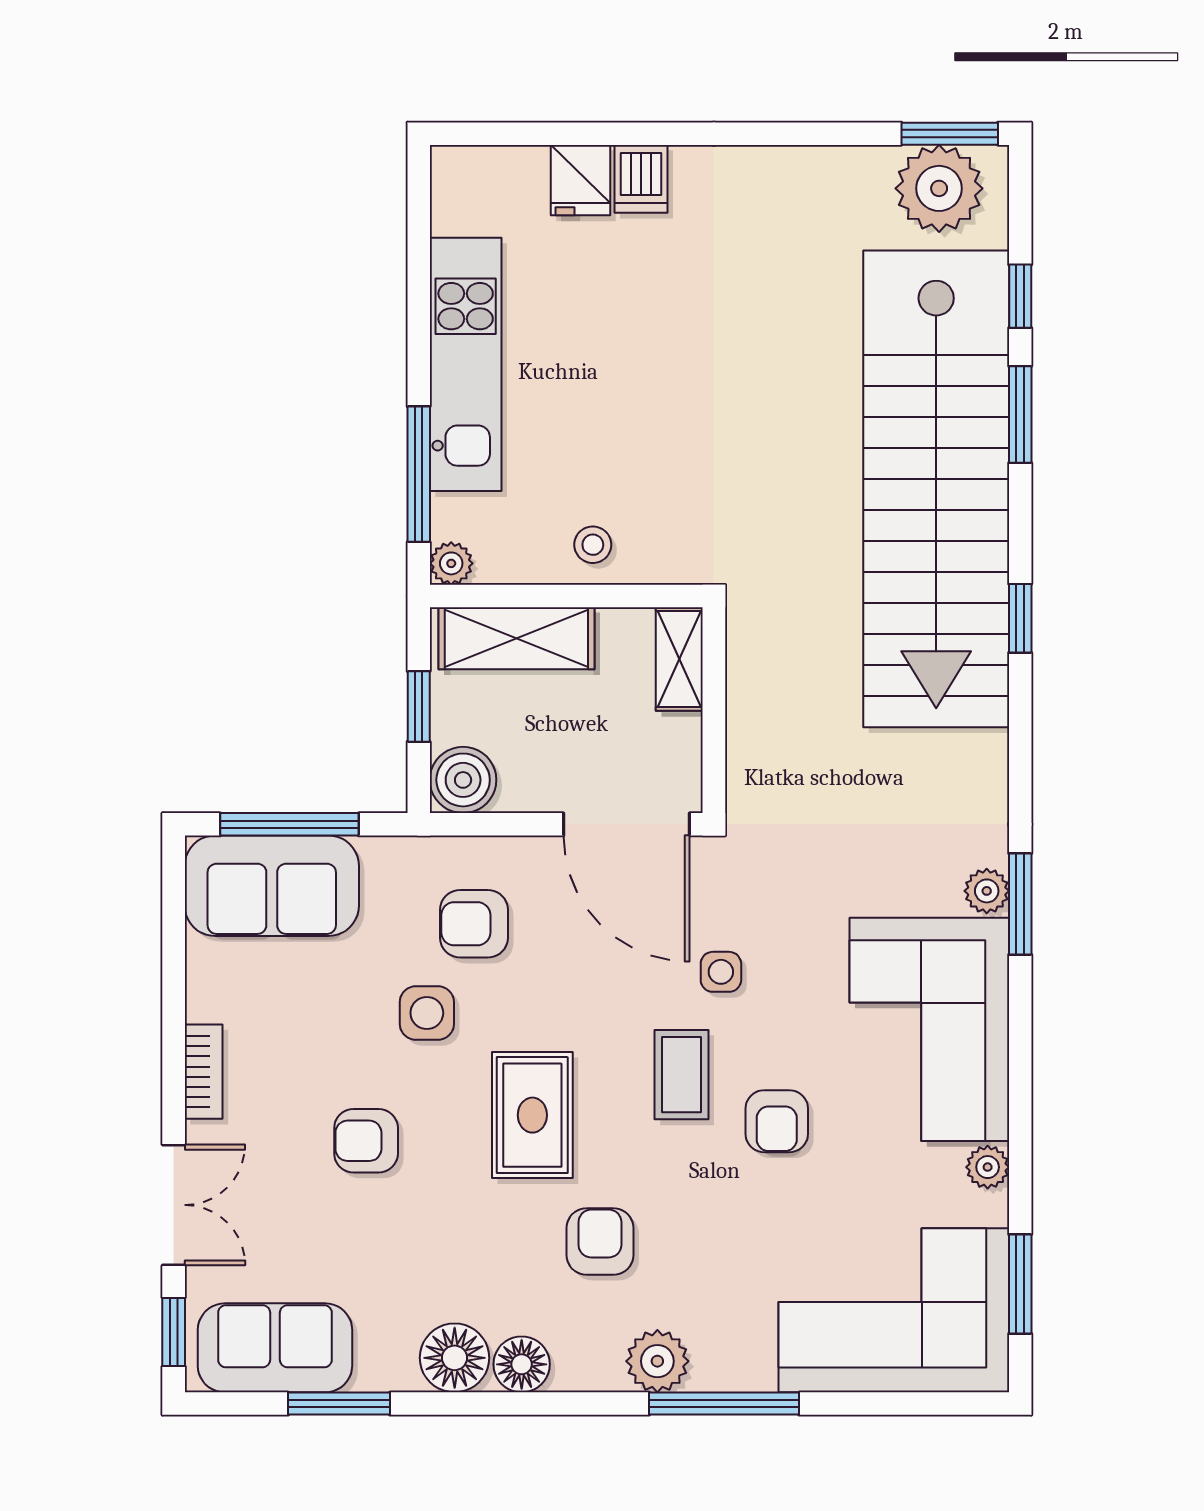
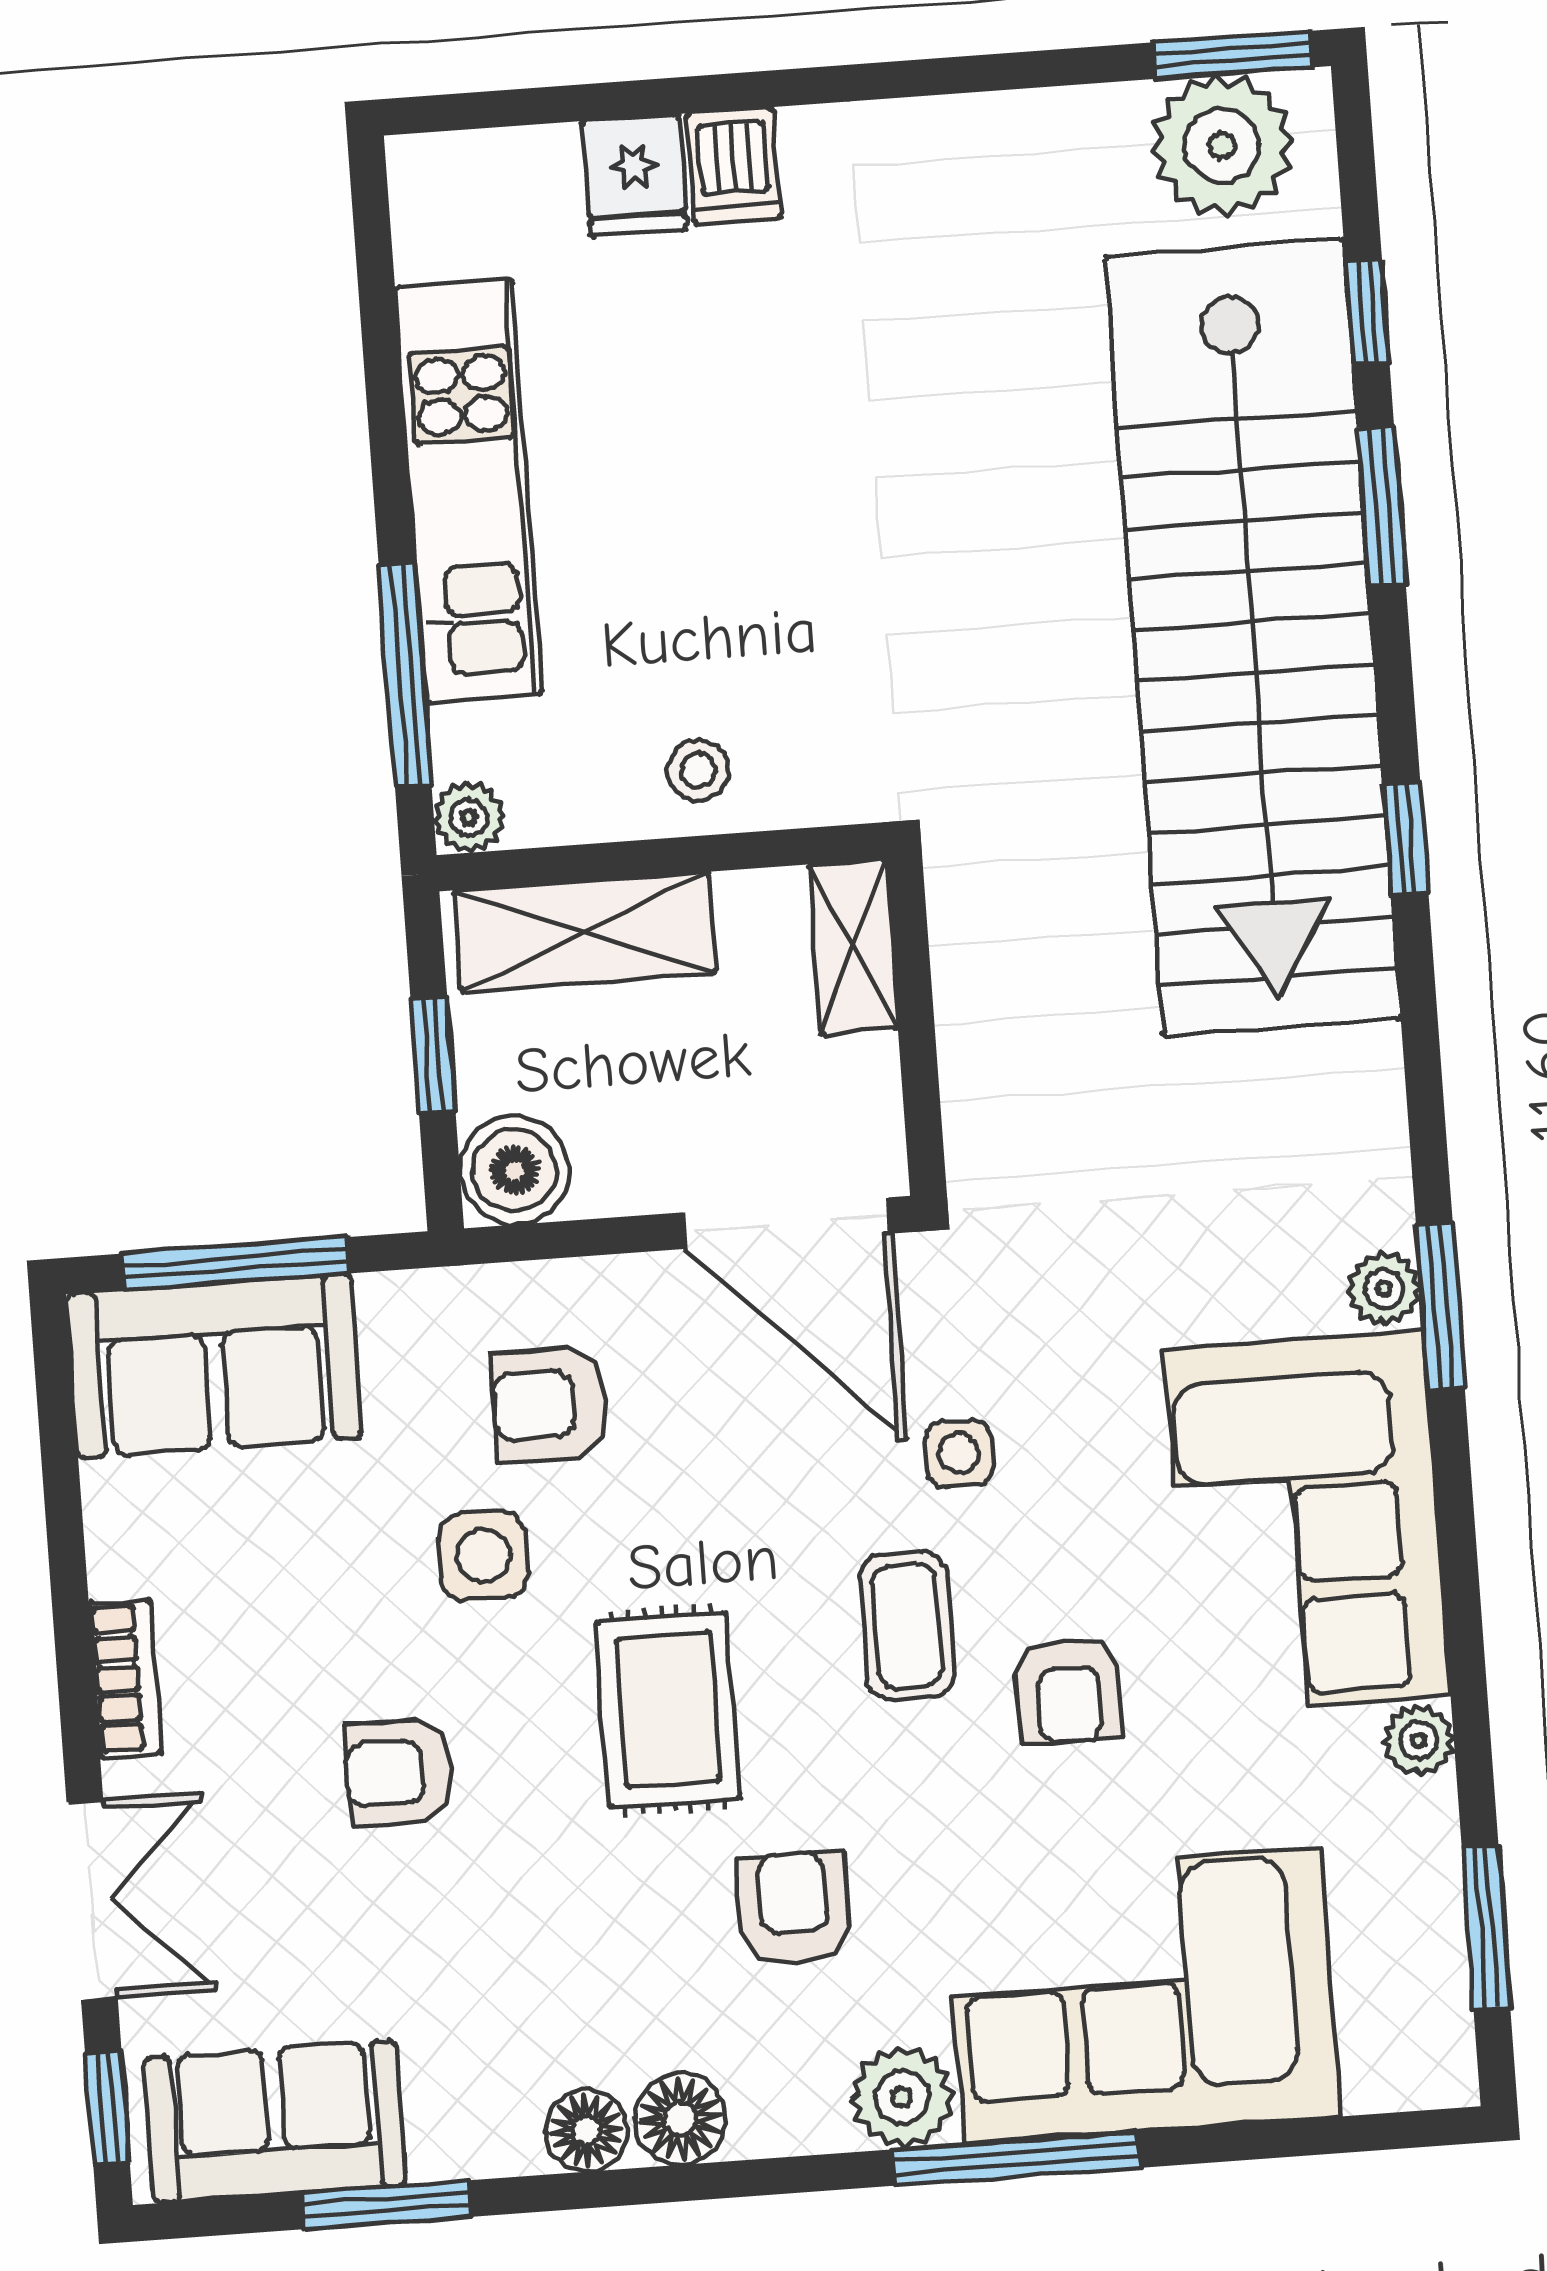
corner sofa: (894, 1310) -> (1143, 1996), moved
floor lamp: (455, 1358) -> (586, 2130), width x0.73, depth x0.73

